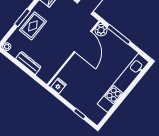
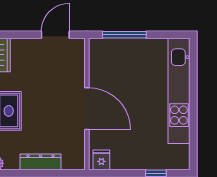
plant: (101, 30) -> (98, 48), removed
door: (83, 42) -> (87, 109), moved

